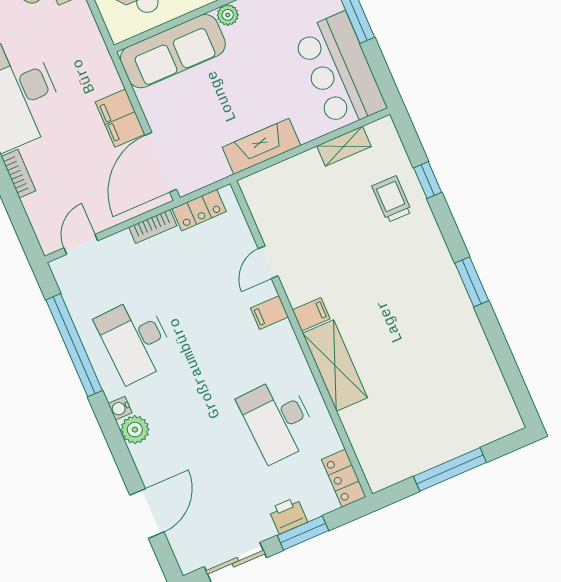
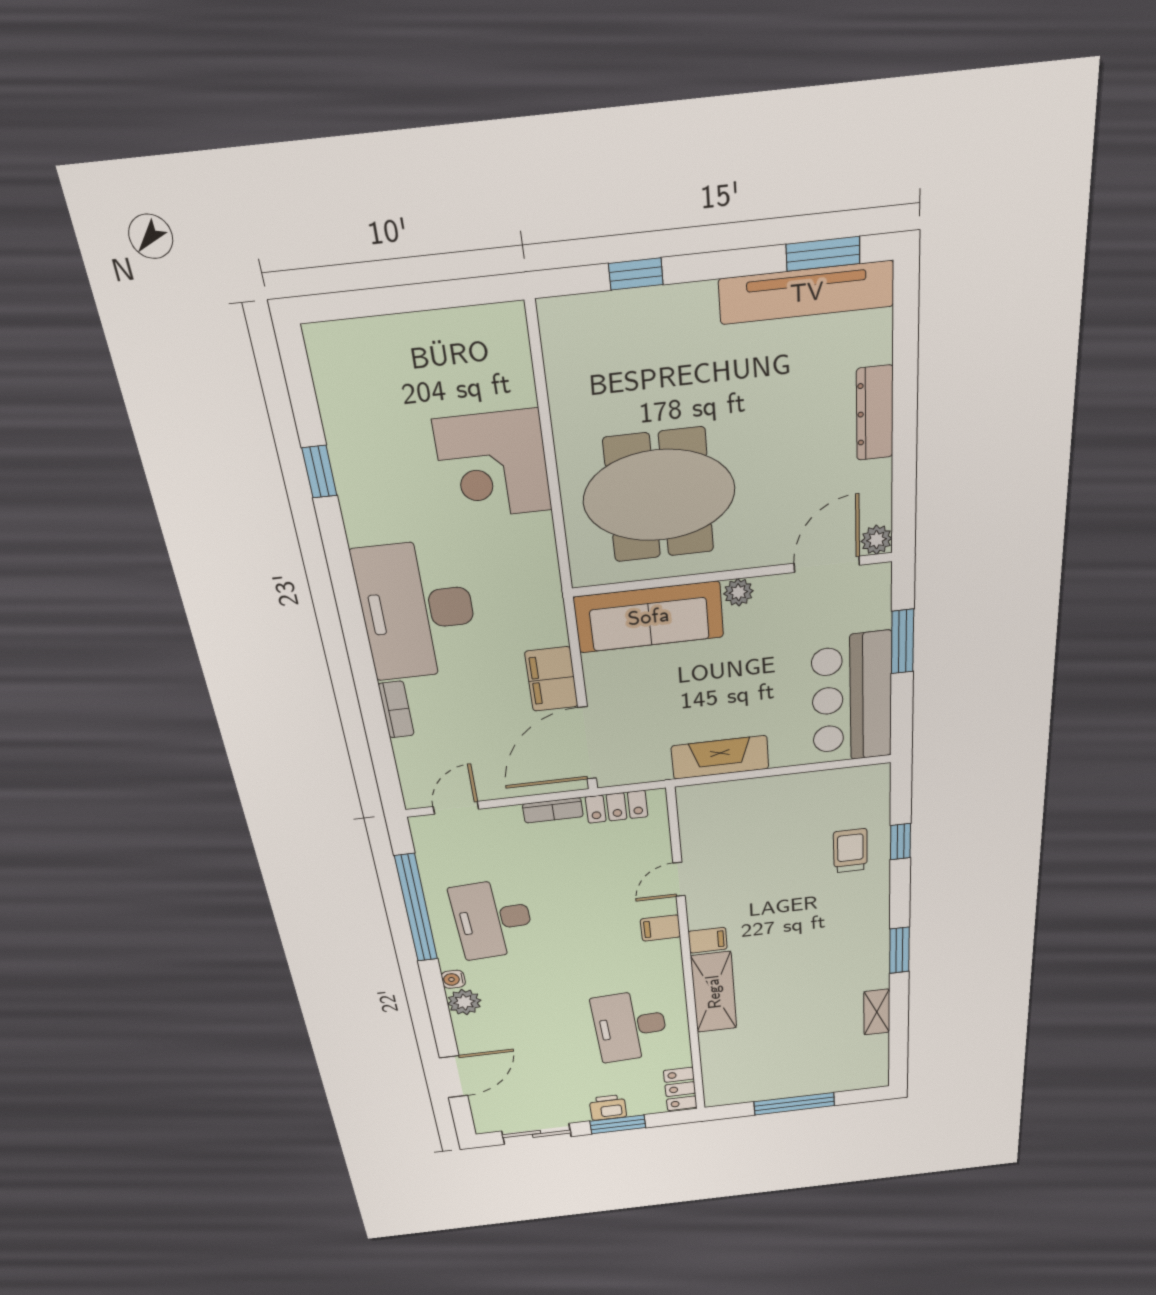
shelving: (344, 146) -> (877, 1012), moved, turned 90

